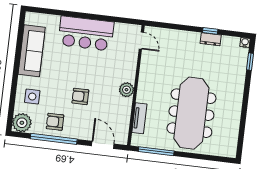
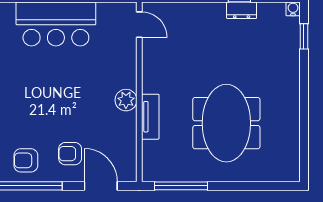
armchair: (80, 96) -> (70, 154), moved
meeting table: (191, 113) -> (226, 123), width x0.73
tv unit: (139, 118) -> (150, 117), moved

